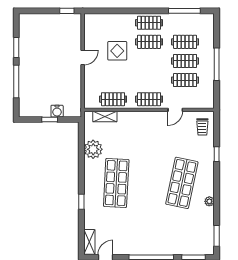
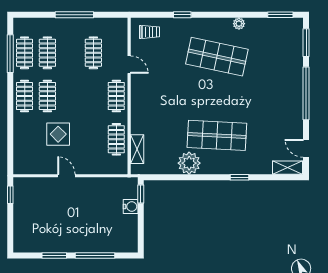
clothes rail: (185, 61) -> (25, 53), moved
window: (50, 120) -> (141, 194), moved
plant: (93, 149) -> (189, 163), moved

